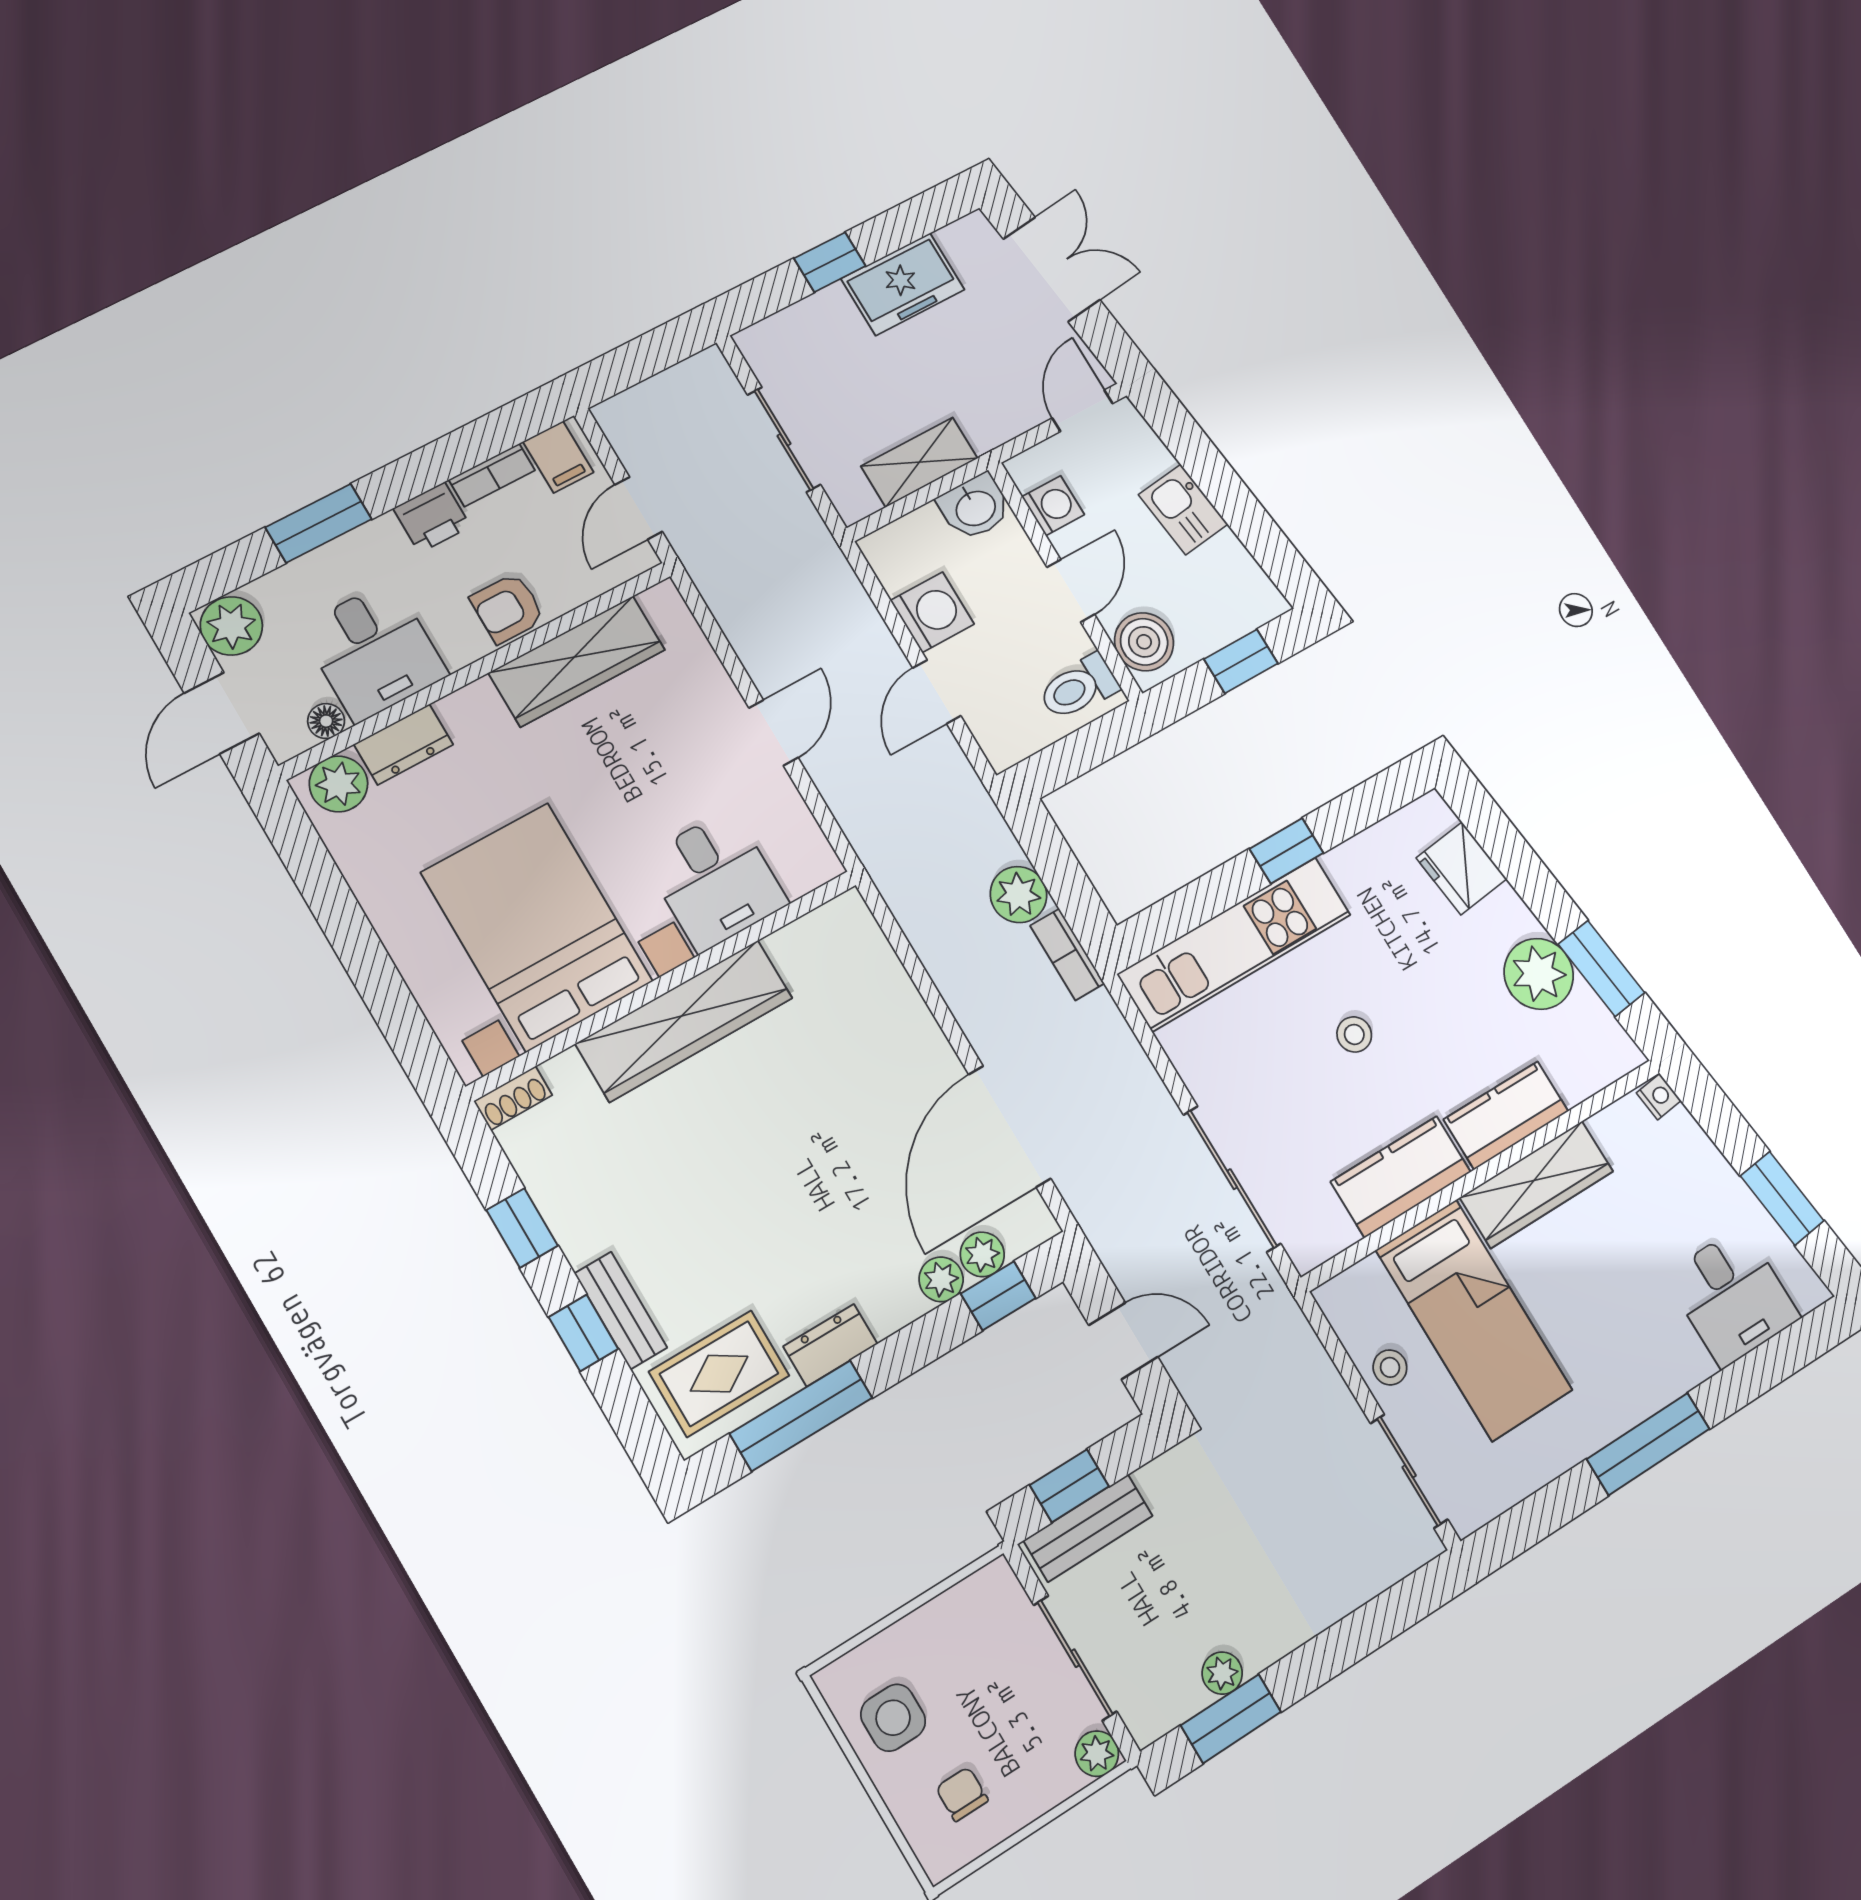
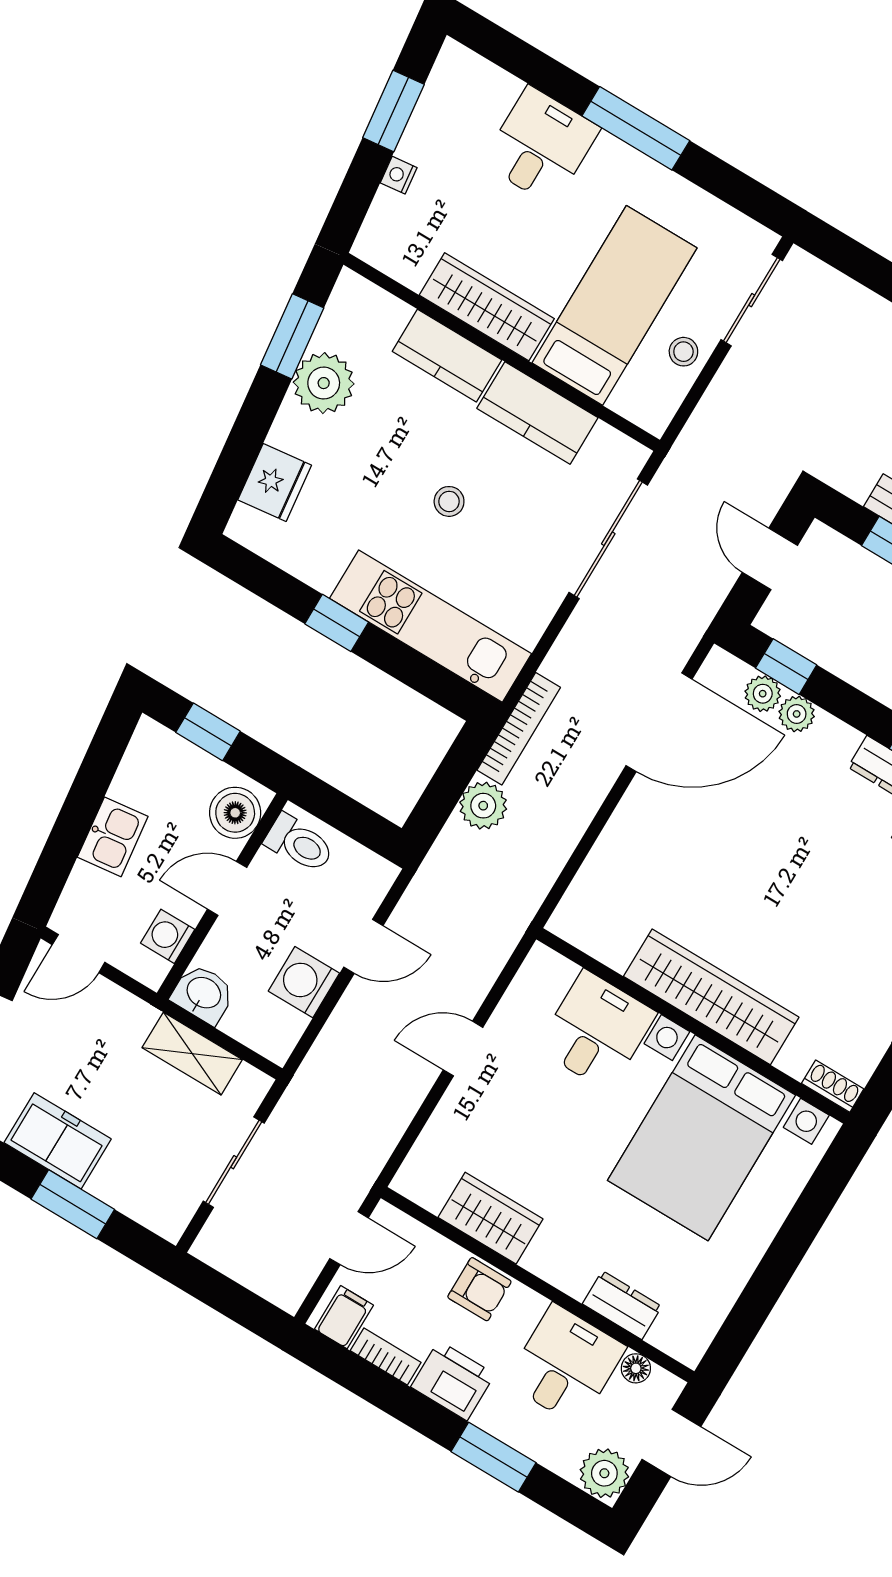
window: (830, 262) -> (73, 1204), width x1.50
printer: (432, 517) -> (453, 1381), width x1.36, depth x1.24
wardrobe: (577, 661) -> (491, 1218), width x0.67
plant: (338, 784) -> (676, 1334), removed
bookcase: (1067, 955) -> (519, 729), width x1.56
nightstand: (1659, 1097) -> (399, 175), moved
desk: (1732, 1296) -> (541, 146), moved

